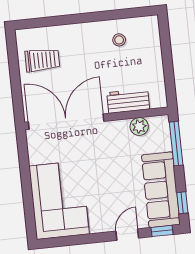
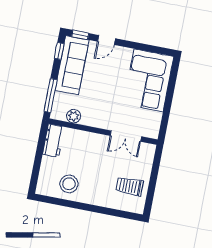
stool: (119, 40) -> (69, 184), width x1.89, depth x1.89
workbench: (128, 101) -> (53, 141), moved, turned -90
double door: (66, 122) -> (126, 136), width x0.54

